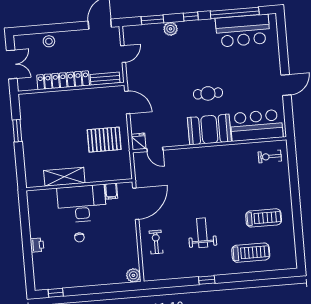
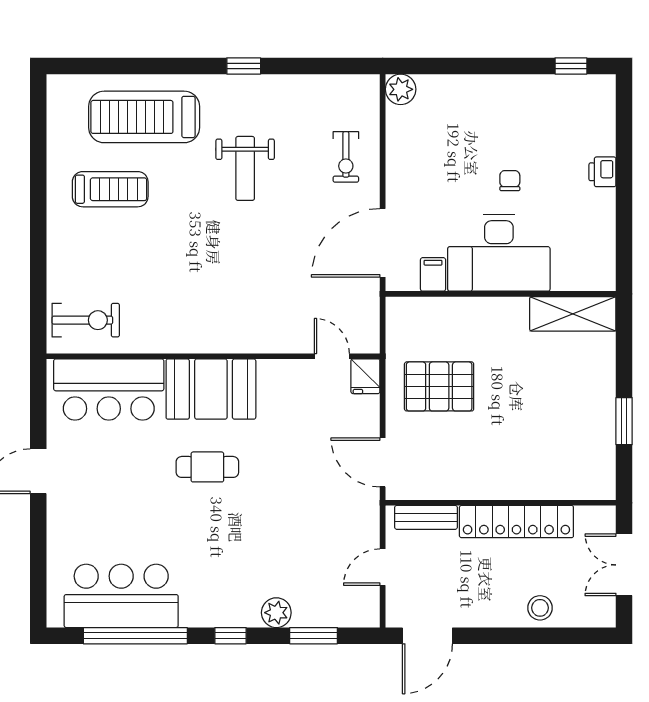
exercise bike: (270, 157) -> (86, 320), width x1.38, depth x1.39
shelving: (64, 177) -> (573, 314), moved
treadmill: (264, 218) -> (110, 189), turned 180
treadmill: (251, 253) -> (144, 117), width x1.37, depth x1.38

